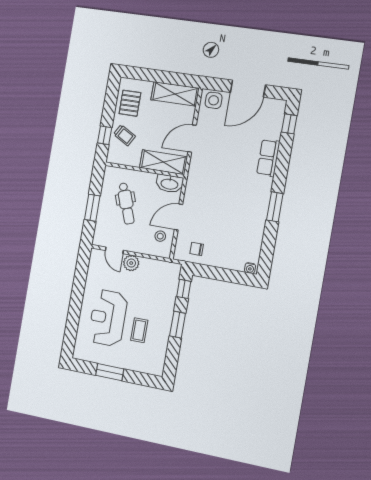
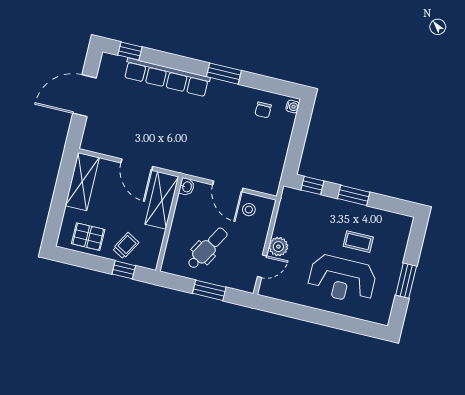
door: (248, 89) -> (84, 96), swing flipped
side table: (214, 100) -> (94, 136), removed
row of seats: (268, 158) -> (167, 77), width x2.02
washbasin: (169, 184) -> (187, 187), width x0.52, depth x0.69
dental chair: (126, 203) -> (207, 248), turned -40
chair: (197, 249) -> (263, 110), moved

